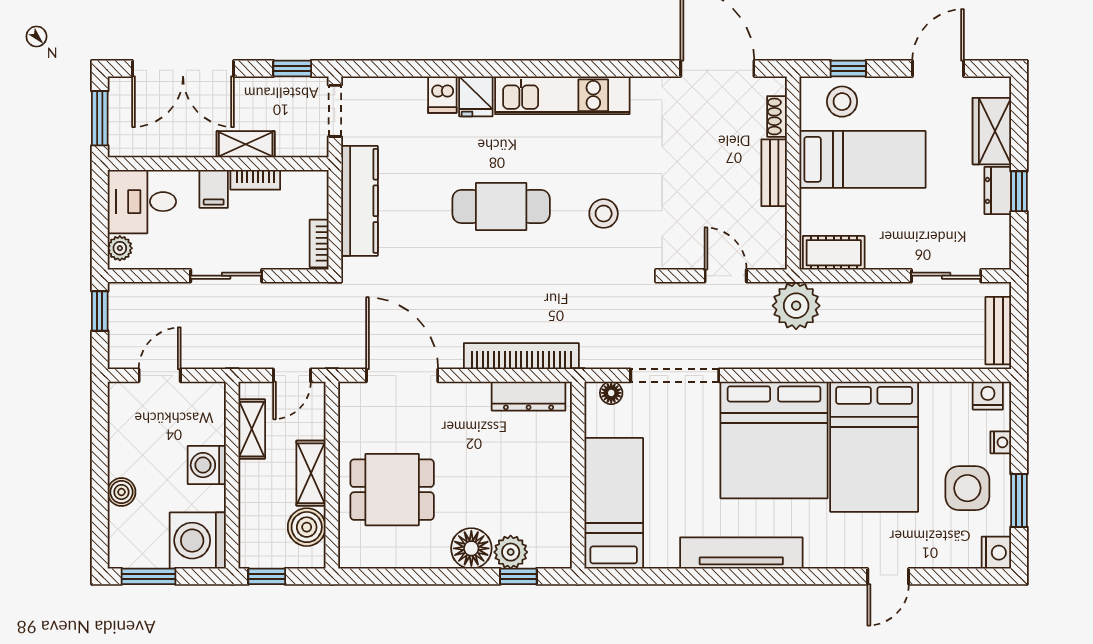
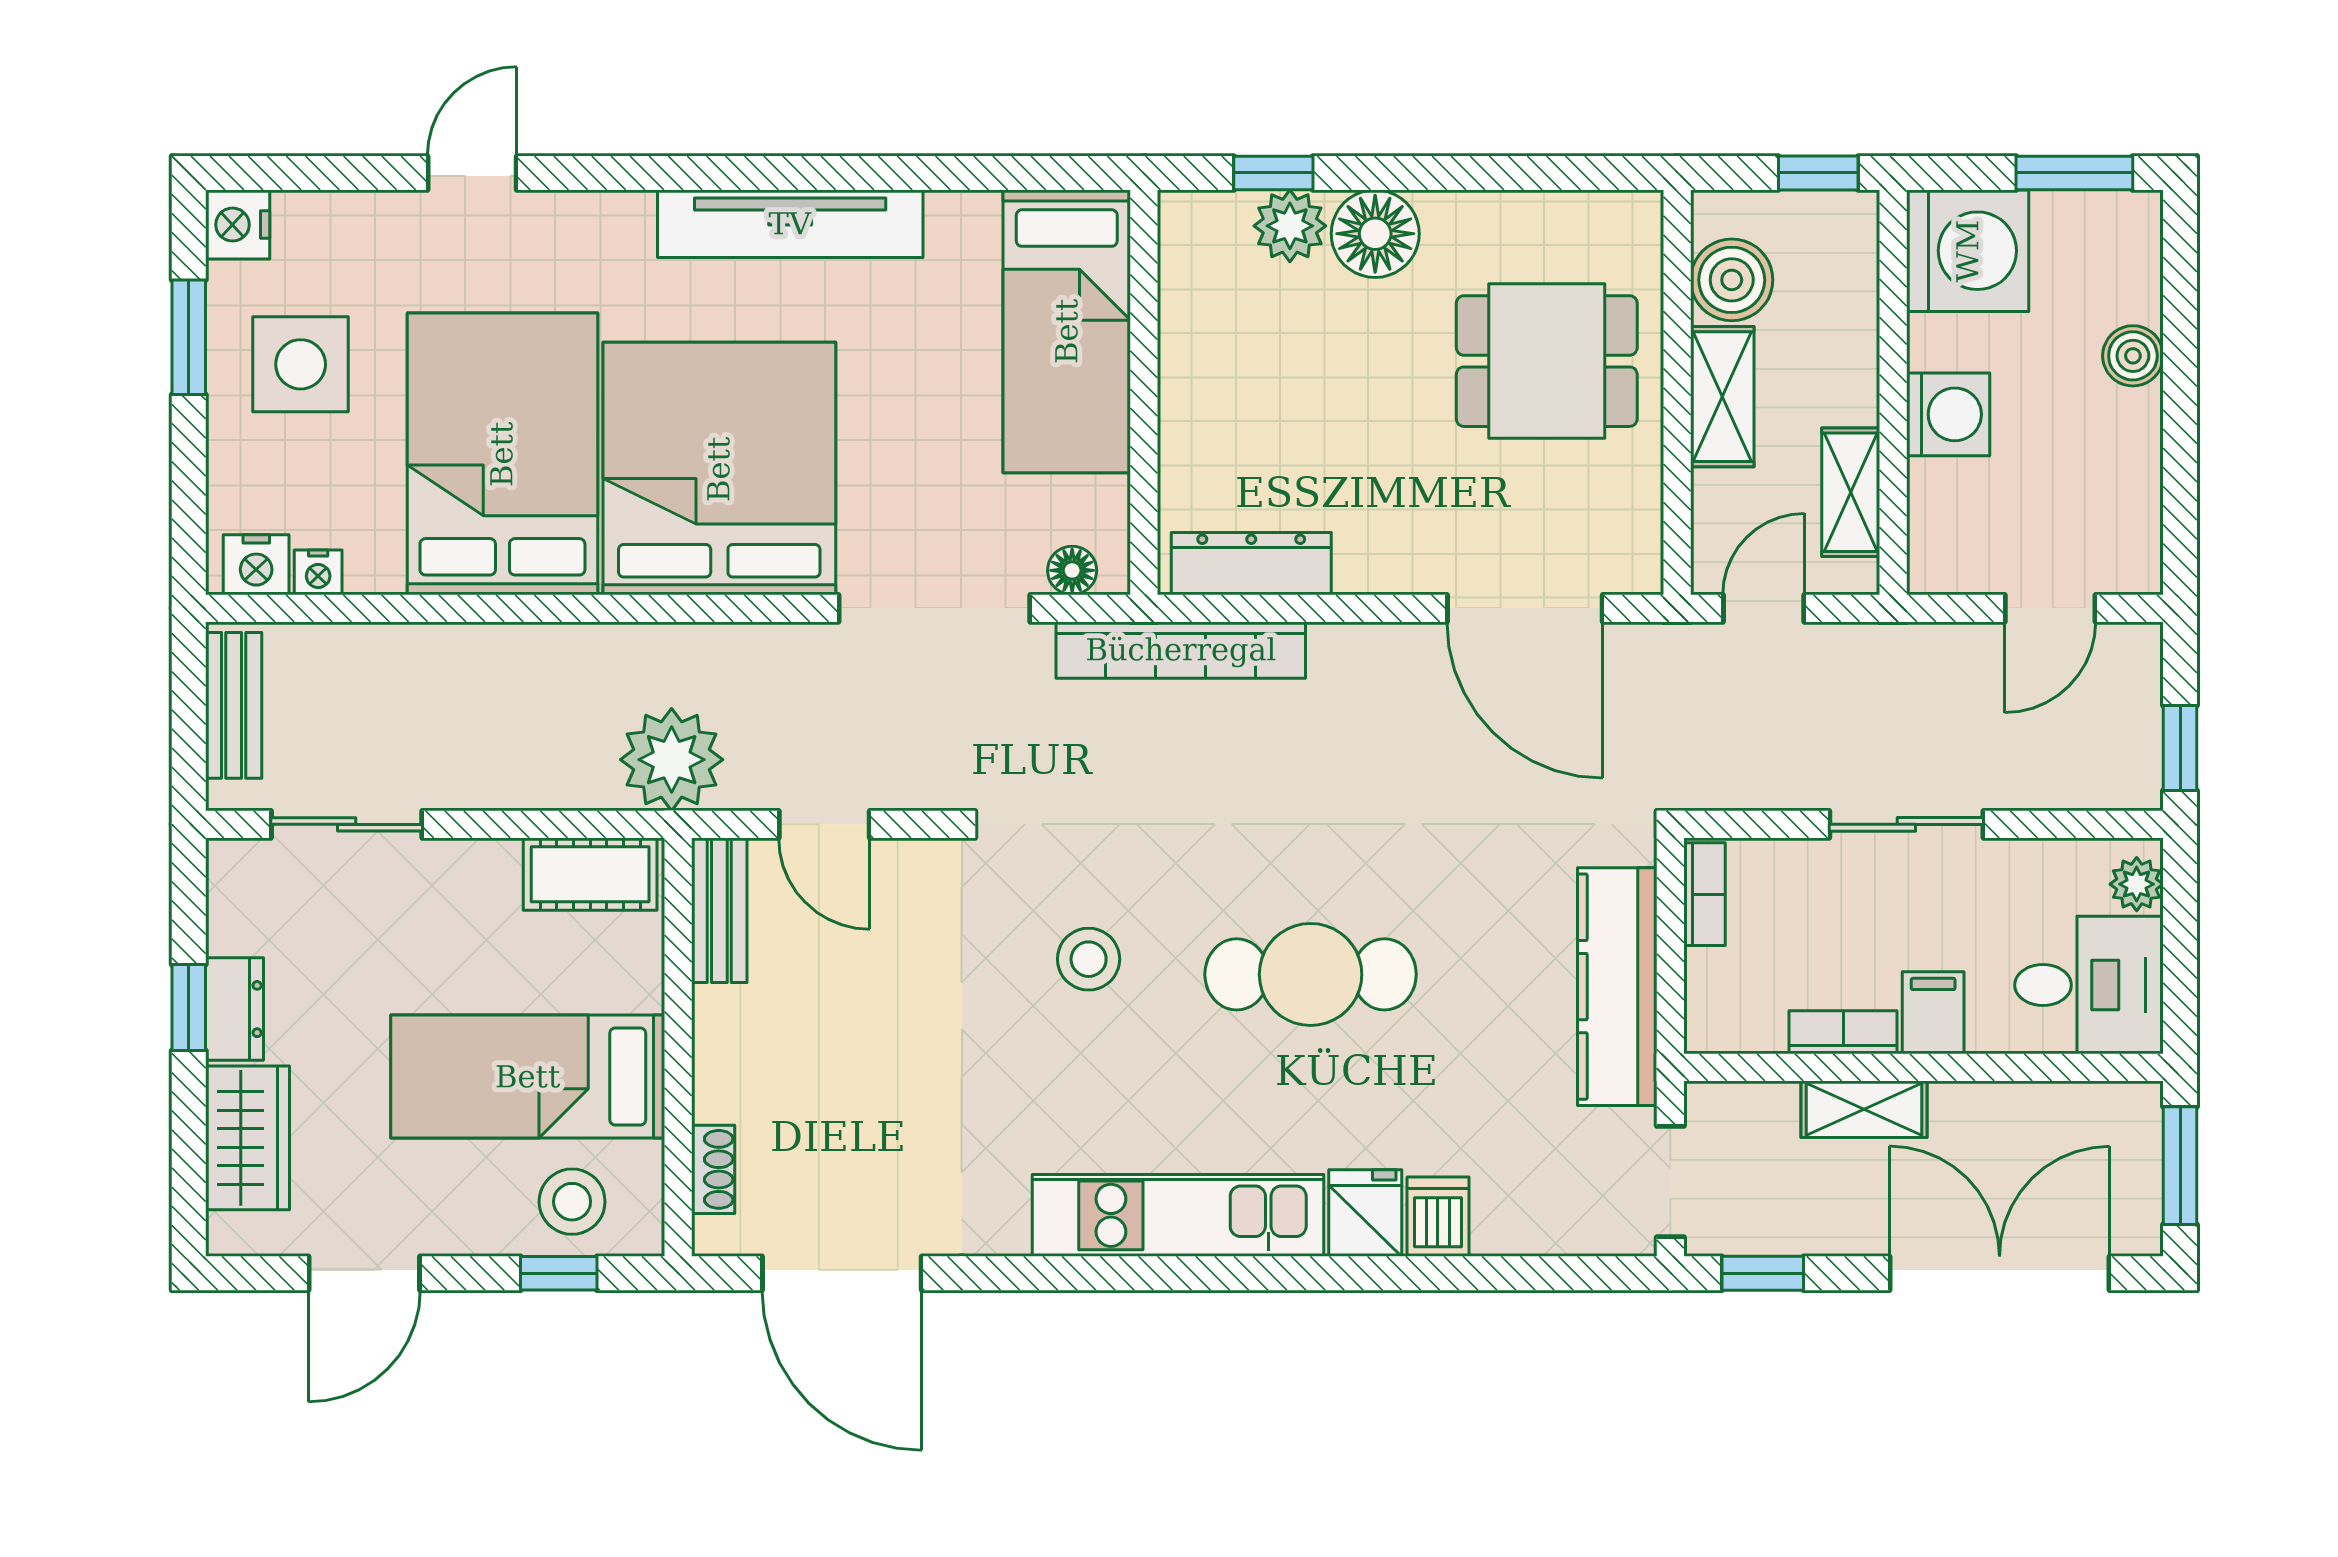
bench: (774, 173) -> (719, 910), moved
bookcase: (521, 356) -> (1181, 650), moved
nightstand: (1001, 442) -> (318, 572), moved, turned -90

